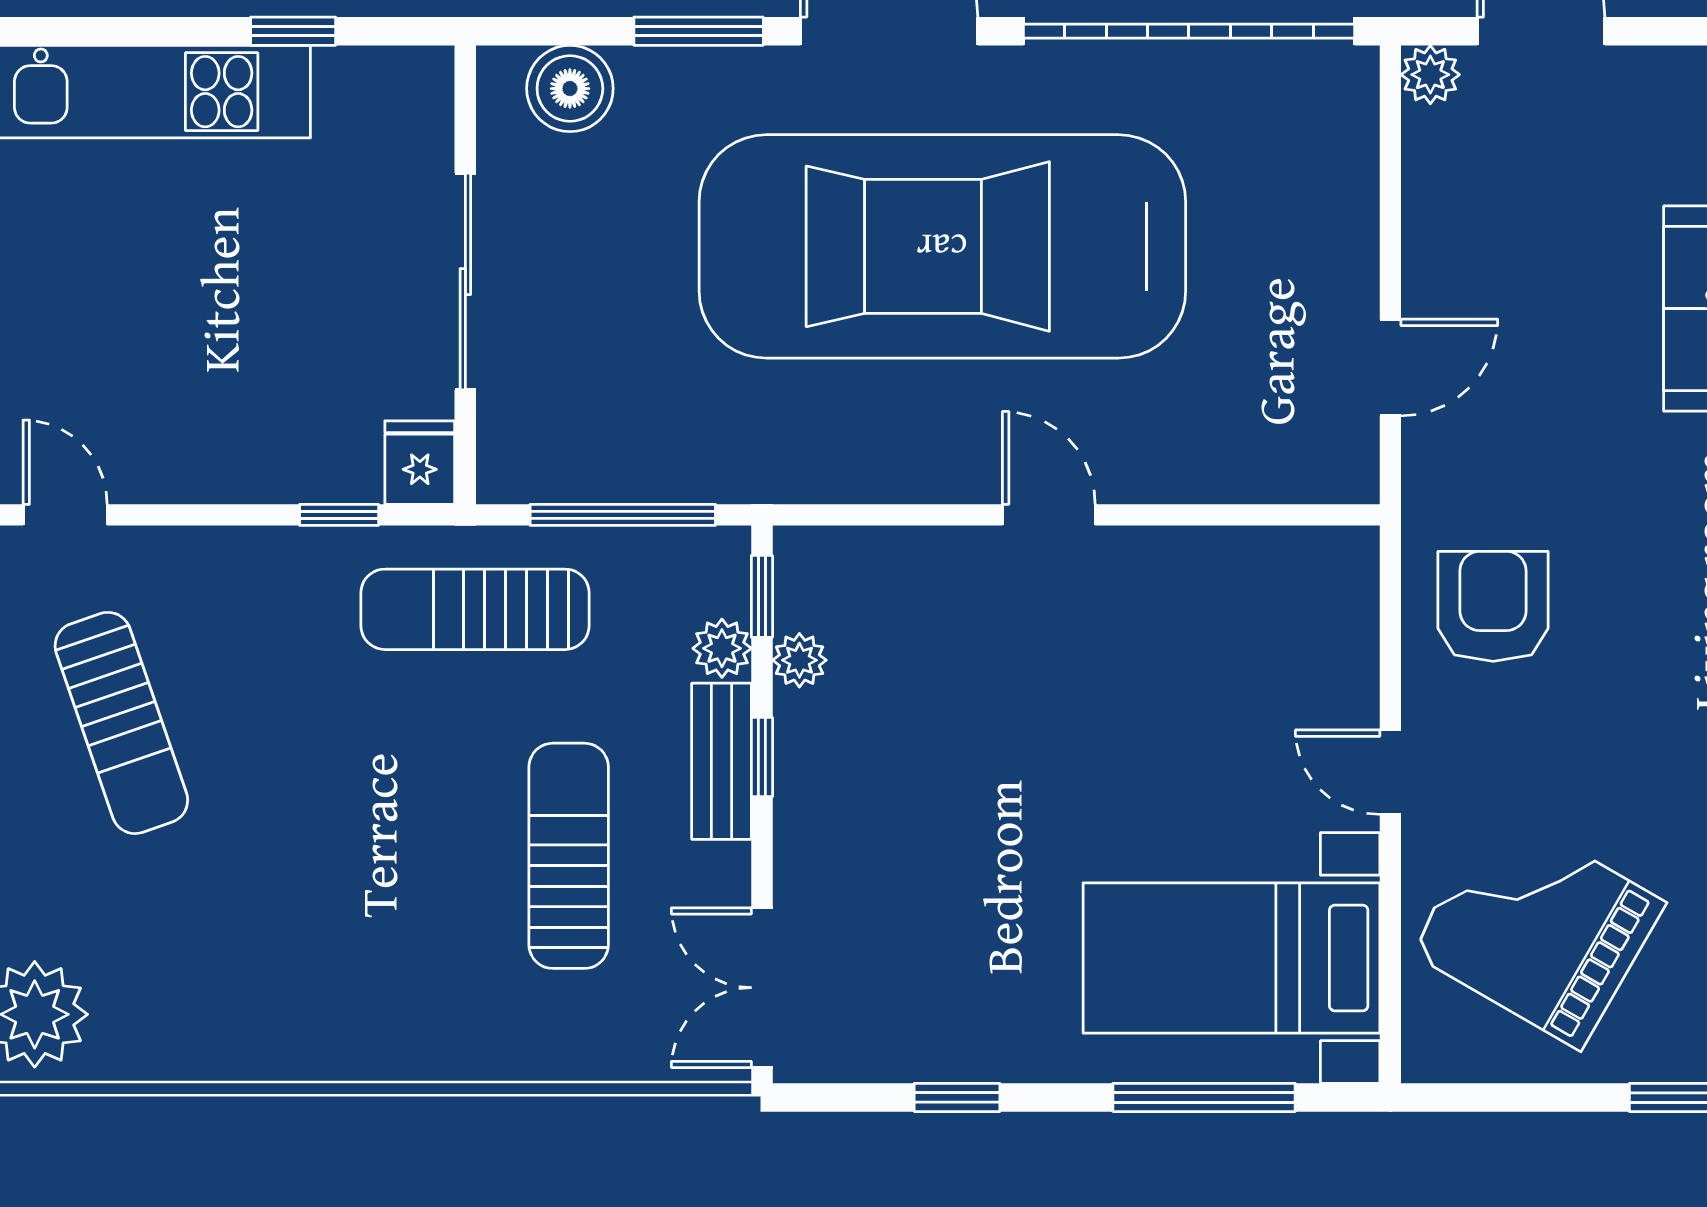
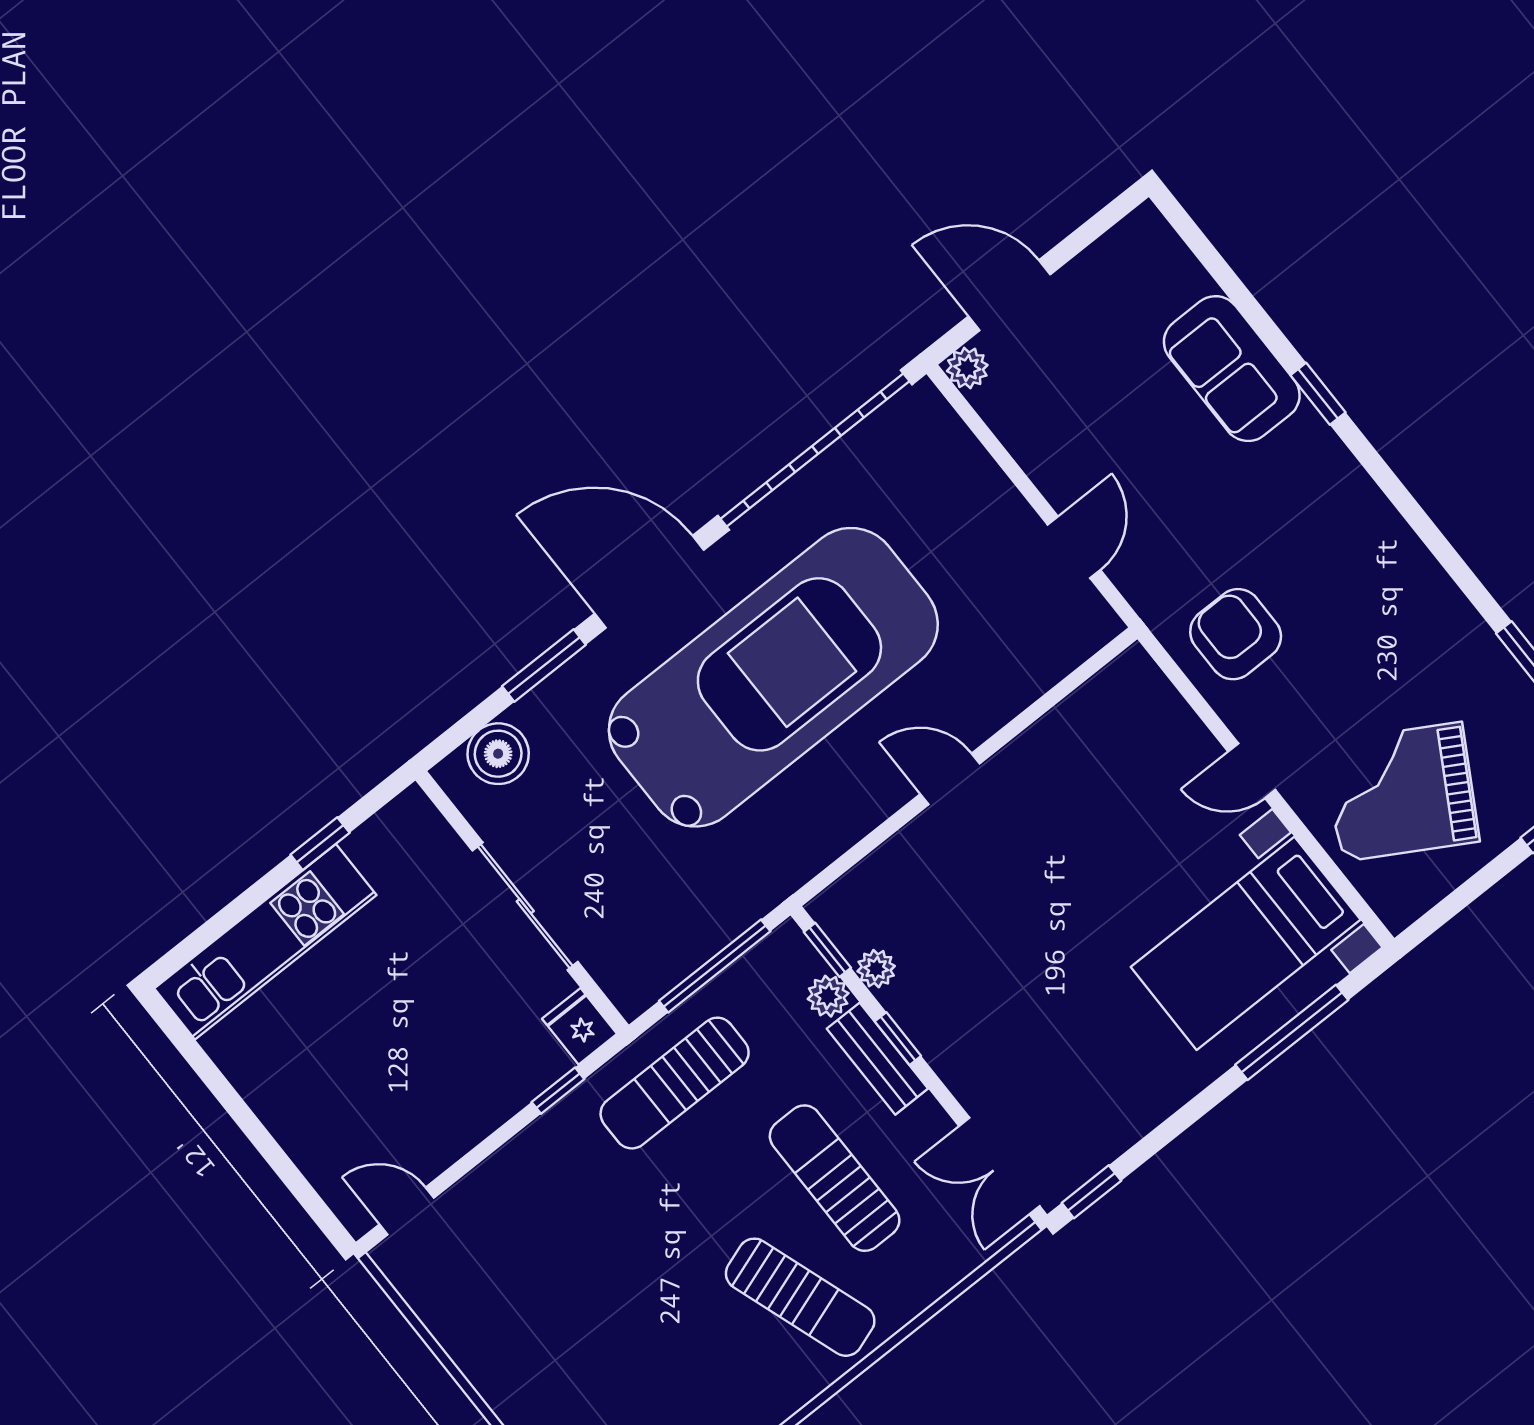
car: (942, 246) -> (773, 677), turned 180
sun lounger: (121, 723) -> (800, 1297), moved
window: (957, 1097) -> (1091, 1192), moved

